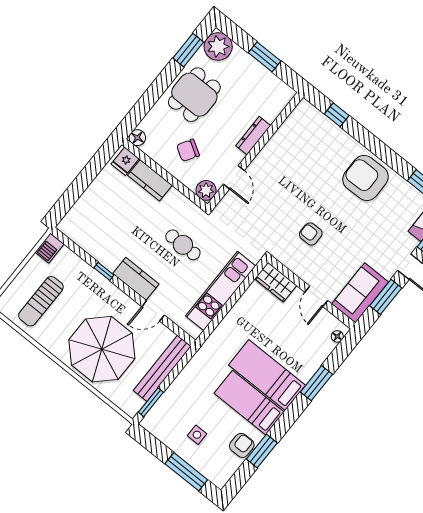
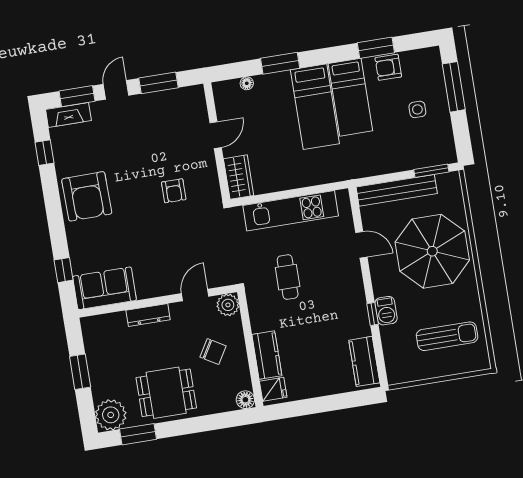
barbecue: (50, 248) -> (386, 311), moved, turned 90
kitchen counter: (136, 279) -> (364, 361), moved
sofa: (360, 293) -> (105, 288), moved, turned 180
floor lamp: (337, 336) -> (247, 83), moved

